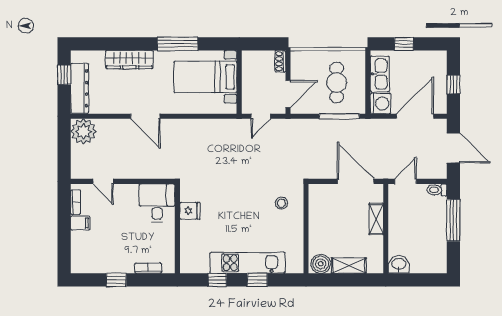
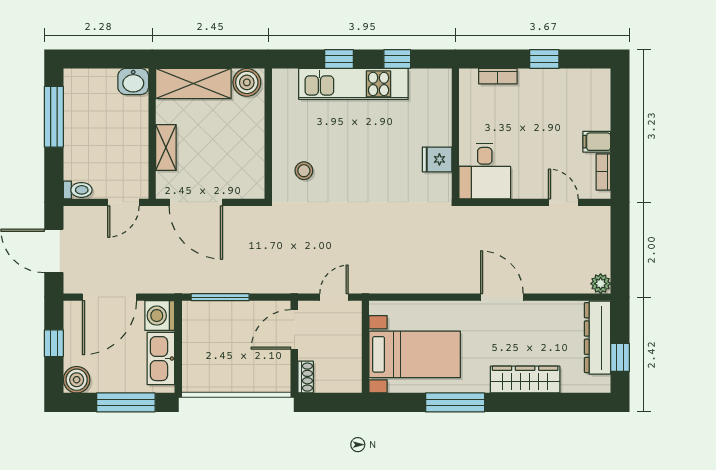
window: (404, 44) -> (126, 402), width x2.17
boiler: (438, 59) -> (77, 380), added
cafe table: (337, 83) -> (224, 346), removed
plant: (83, 131) -> (601, 284), width x0.53, depth x0.53
window: (453, 220) -> (54, 117), moved
shelving: (349, 266) -> (193, 84), width x1.50, depth x1.33

